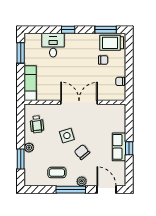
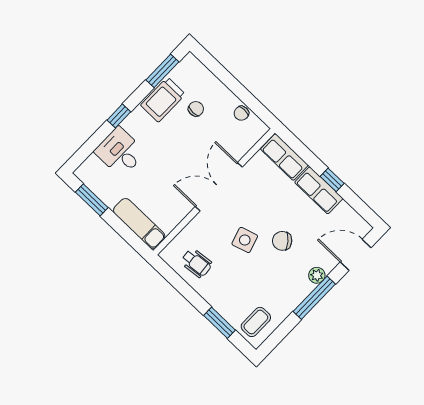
trolley: (112, 43) -> (163, 100), moved
row of seats: (119, 118) -> (284, 157), added
plant: (29, 148) -> (215, 300), removed
coffee table: (57, 173) -> (256, 322), moved

